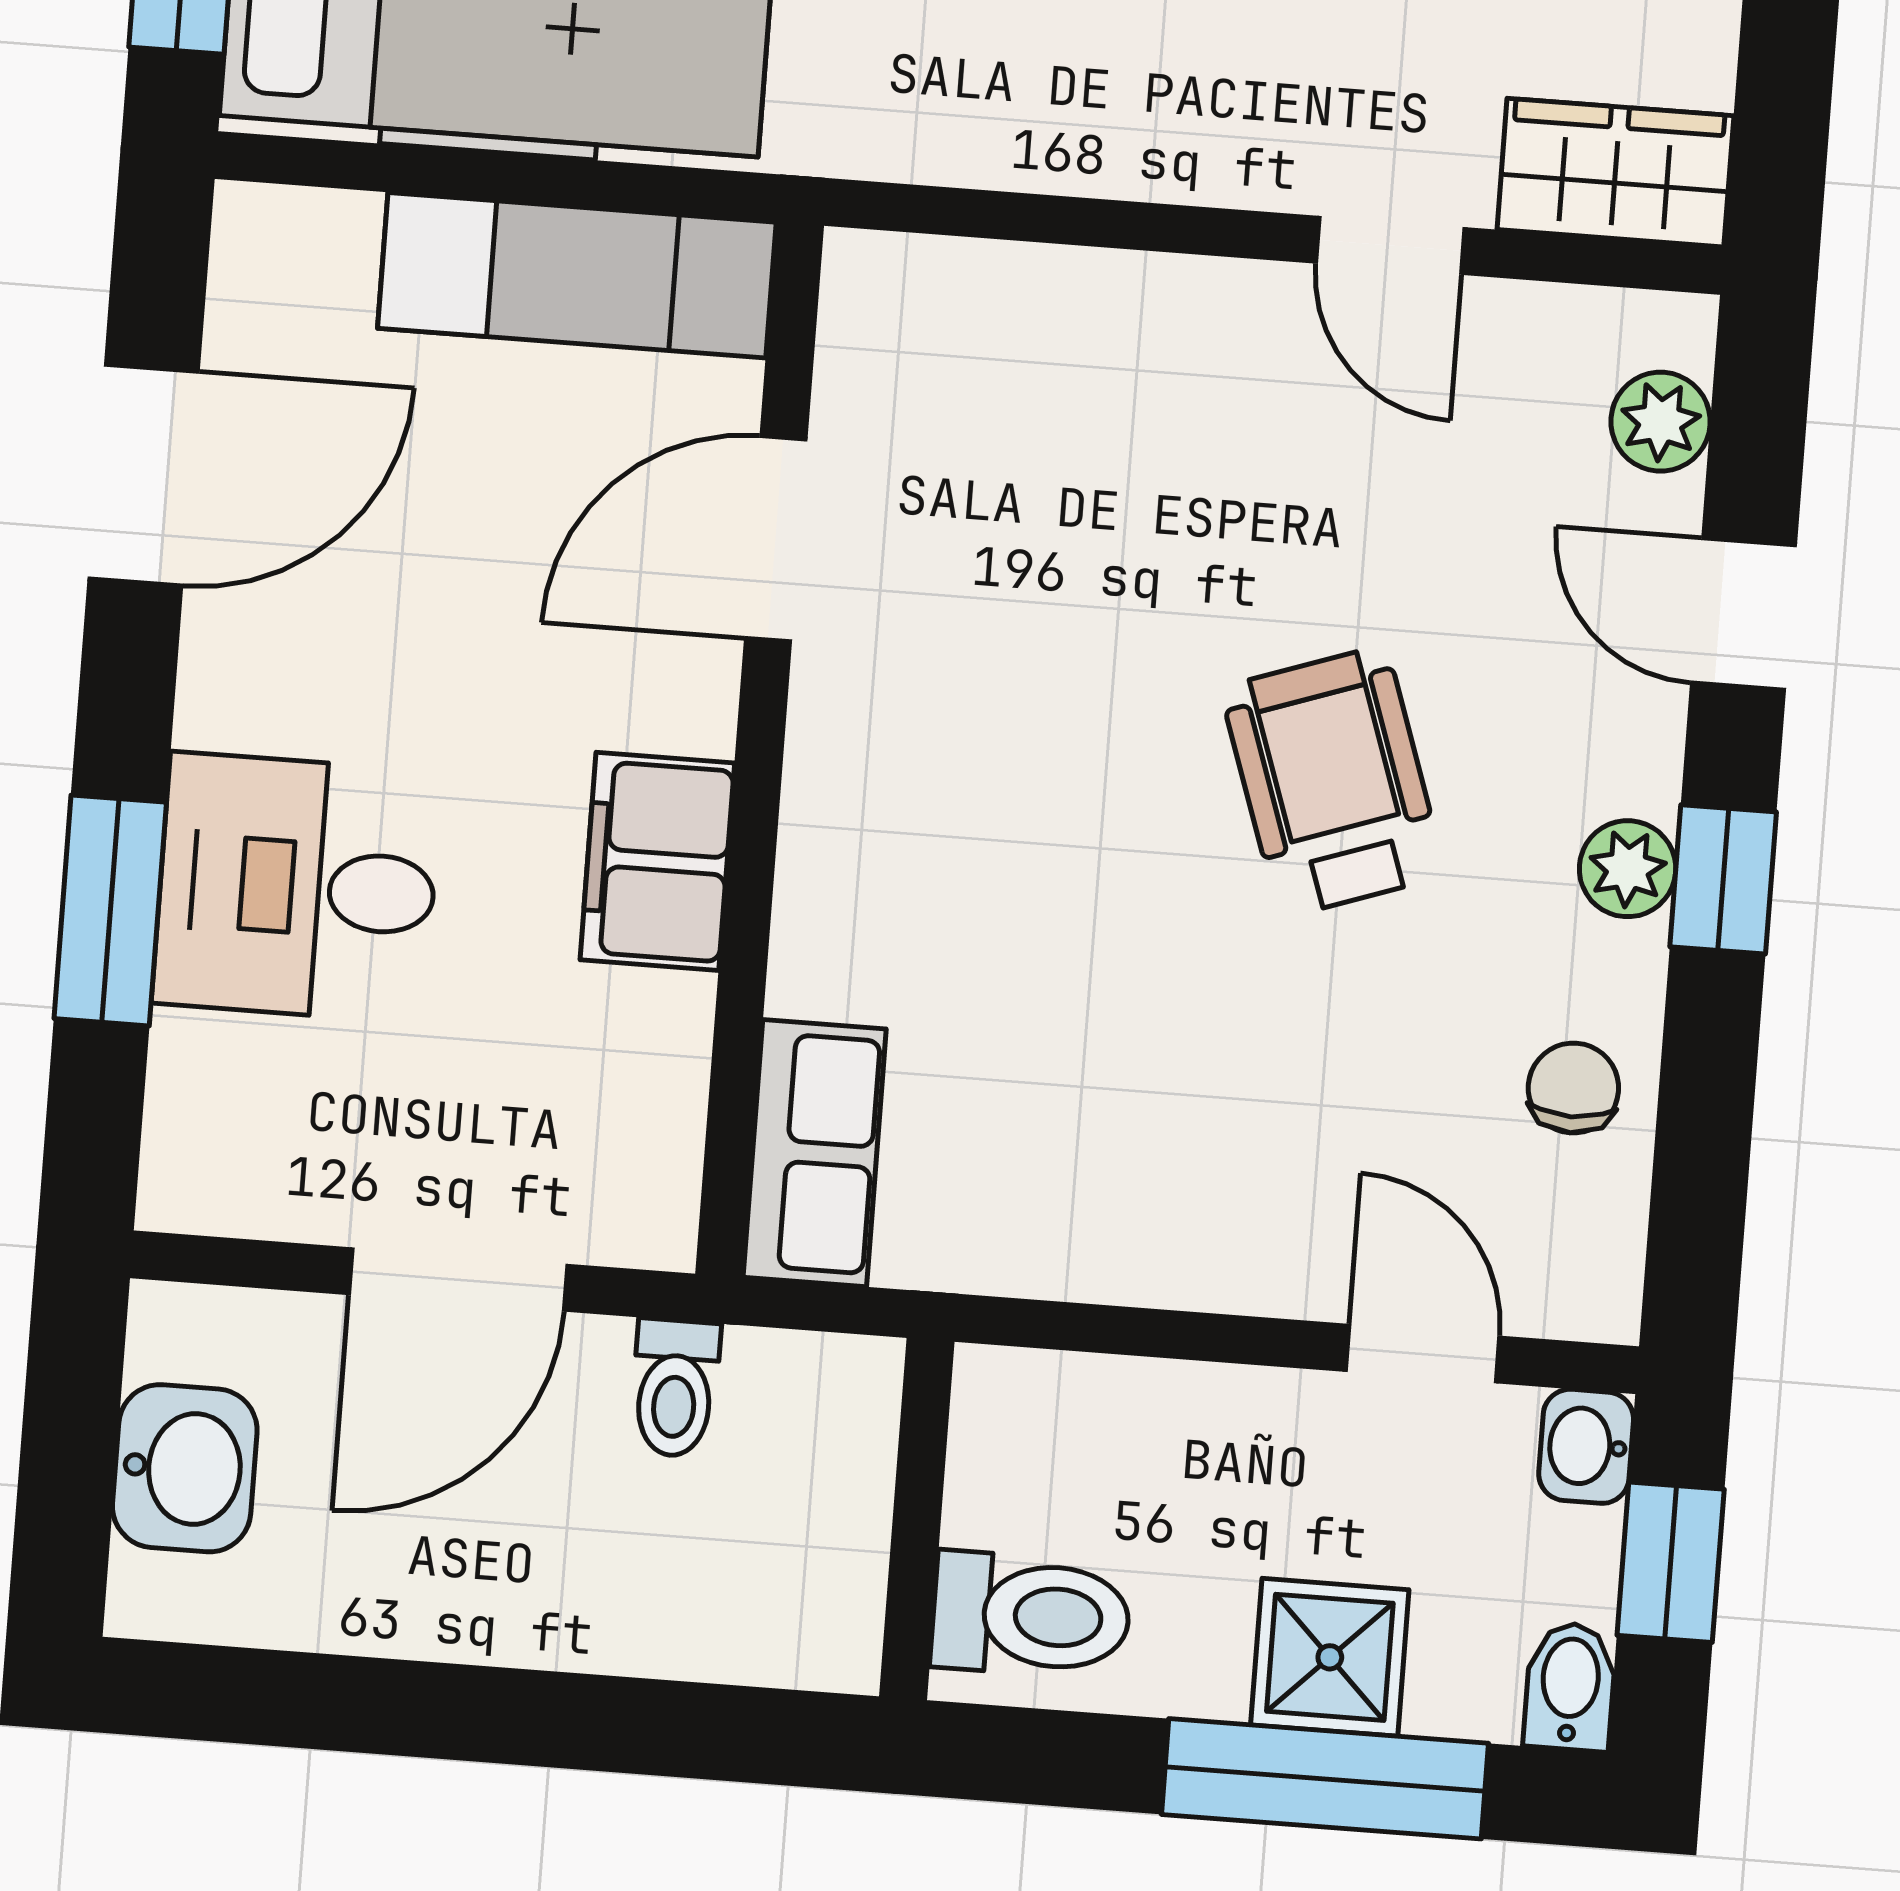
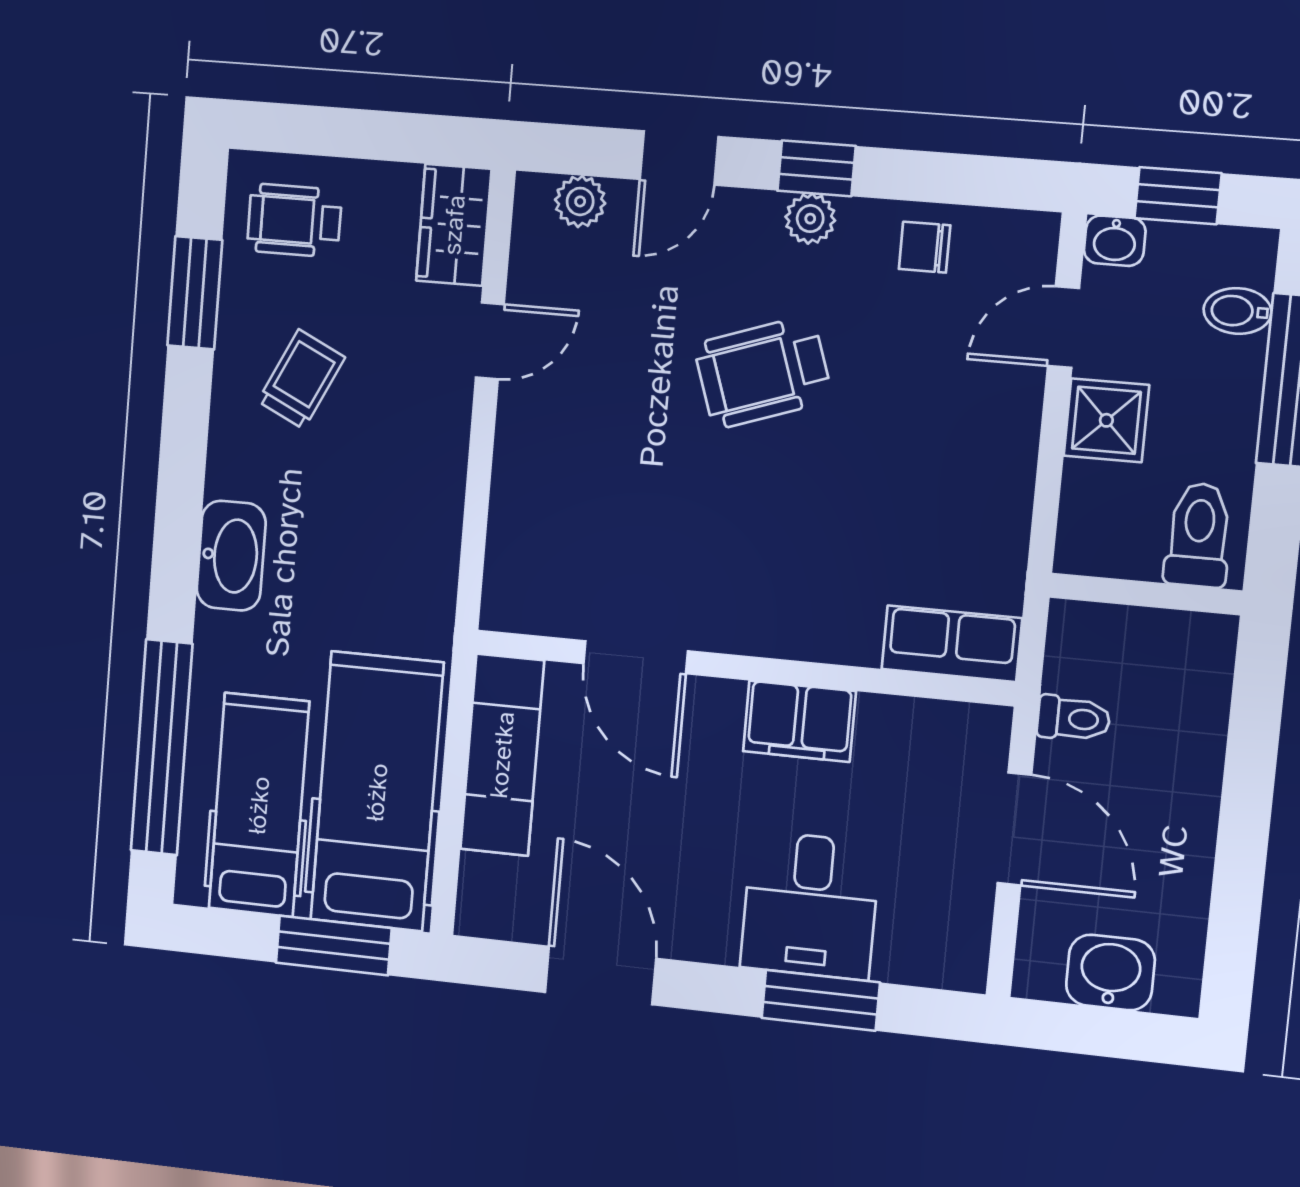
shower: (1330, 1657) -> (1106, 420), moved
bidet: (1570, 1687) -> (1237, 311), moved

